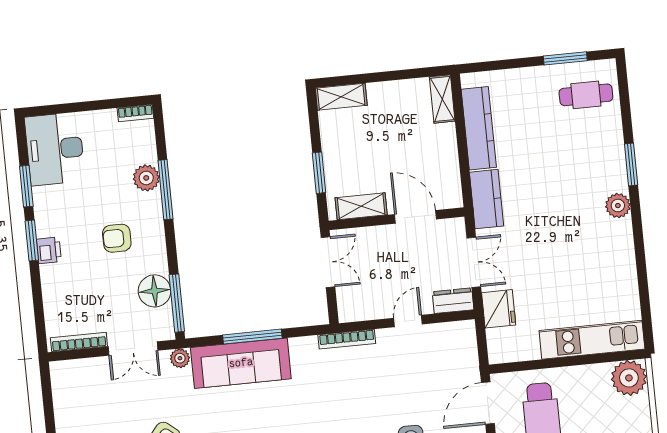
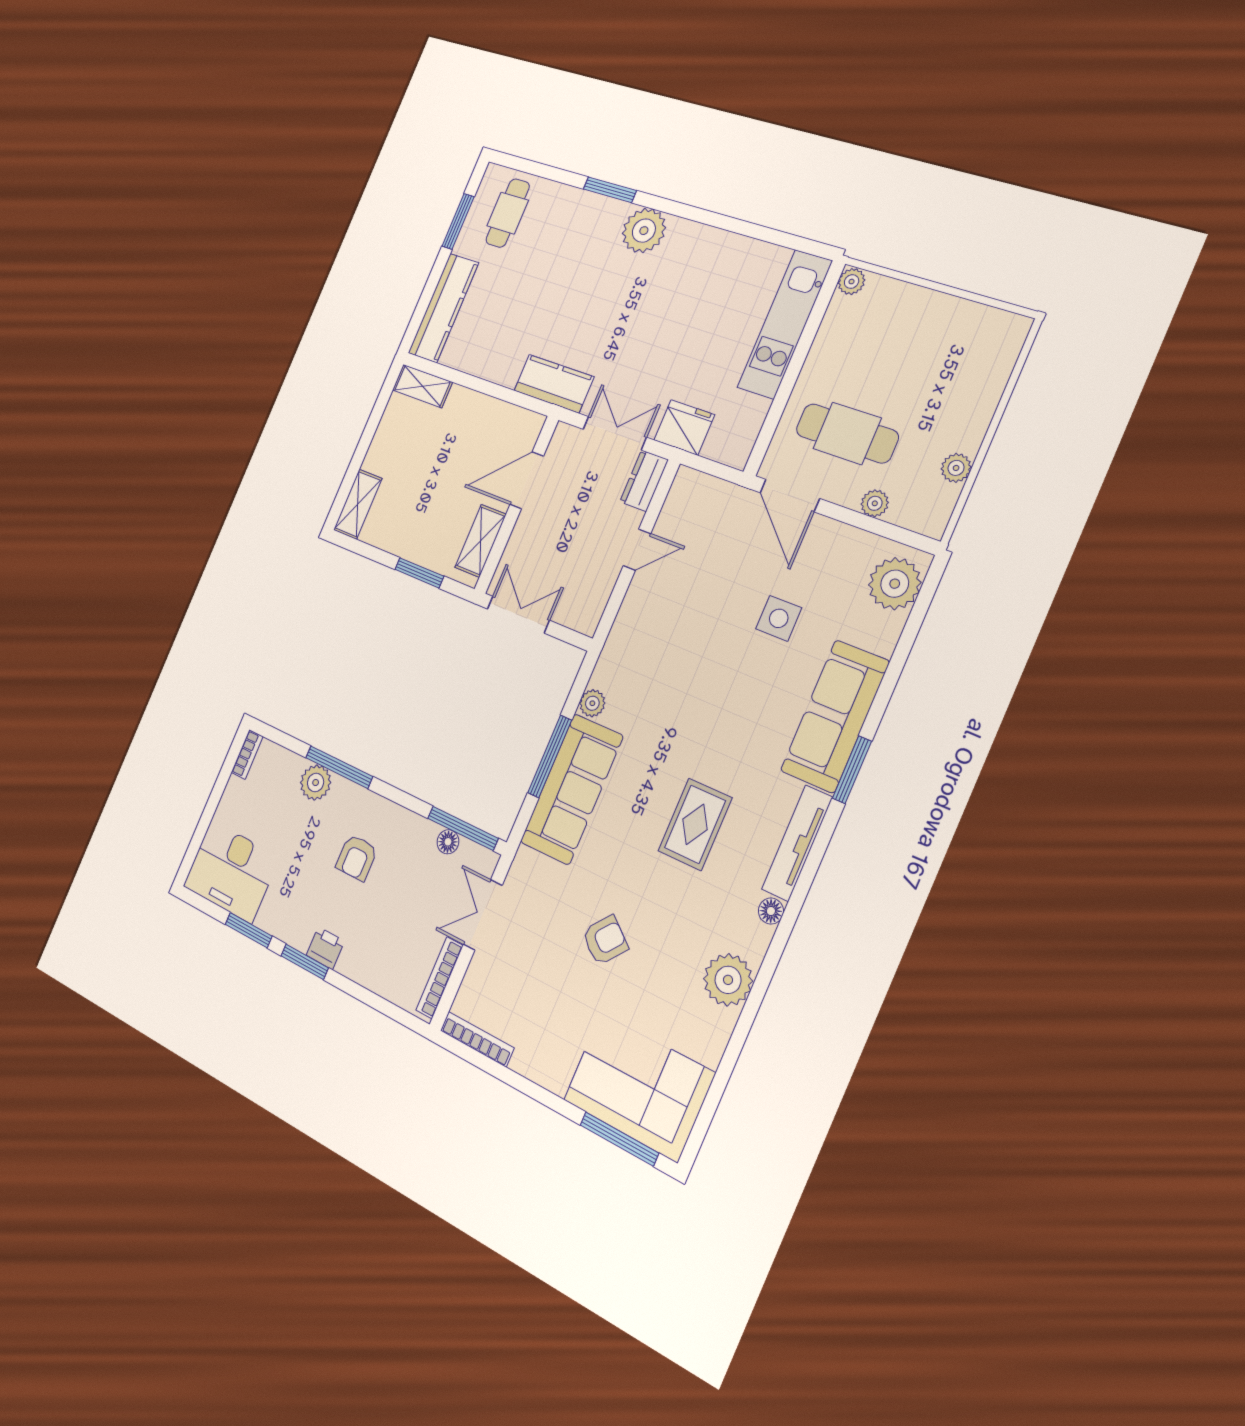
kitchen counter: (479, 128) -> (443, 308), moved, turned 90
plant: (618, 206) -> (644, 231), width x1.36, depth x1.36
floor lamp: (155, 291) -> (448, 842), width x0.53, depth x0.53
door: (408, 321) -> (637, 550), swing flipped
bookcase: (347, 339) -> (477, 1039), moved, turned -90
double door: (133, 348) -> (483, 915), swing flipped
plant: (180, 358) -> (592, 703), moved
plant: (629, 378) -> (852, 282), width x0.53, depth x0.53

